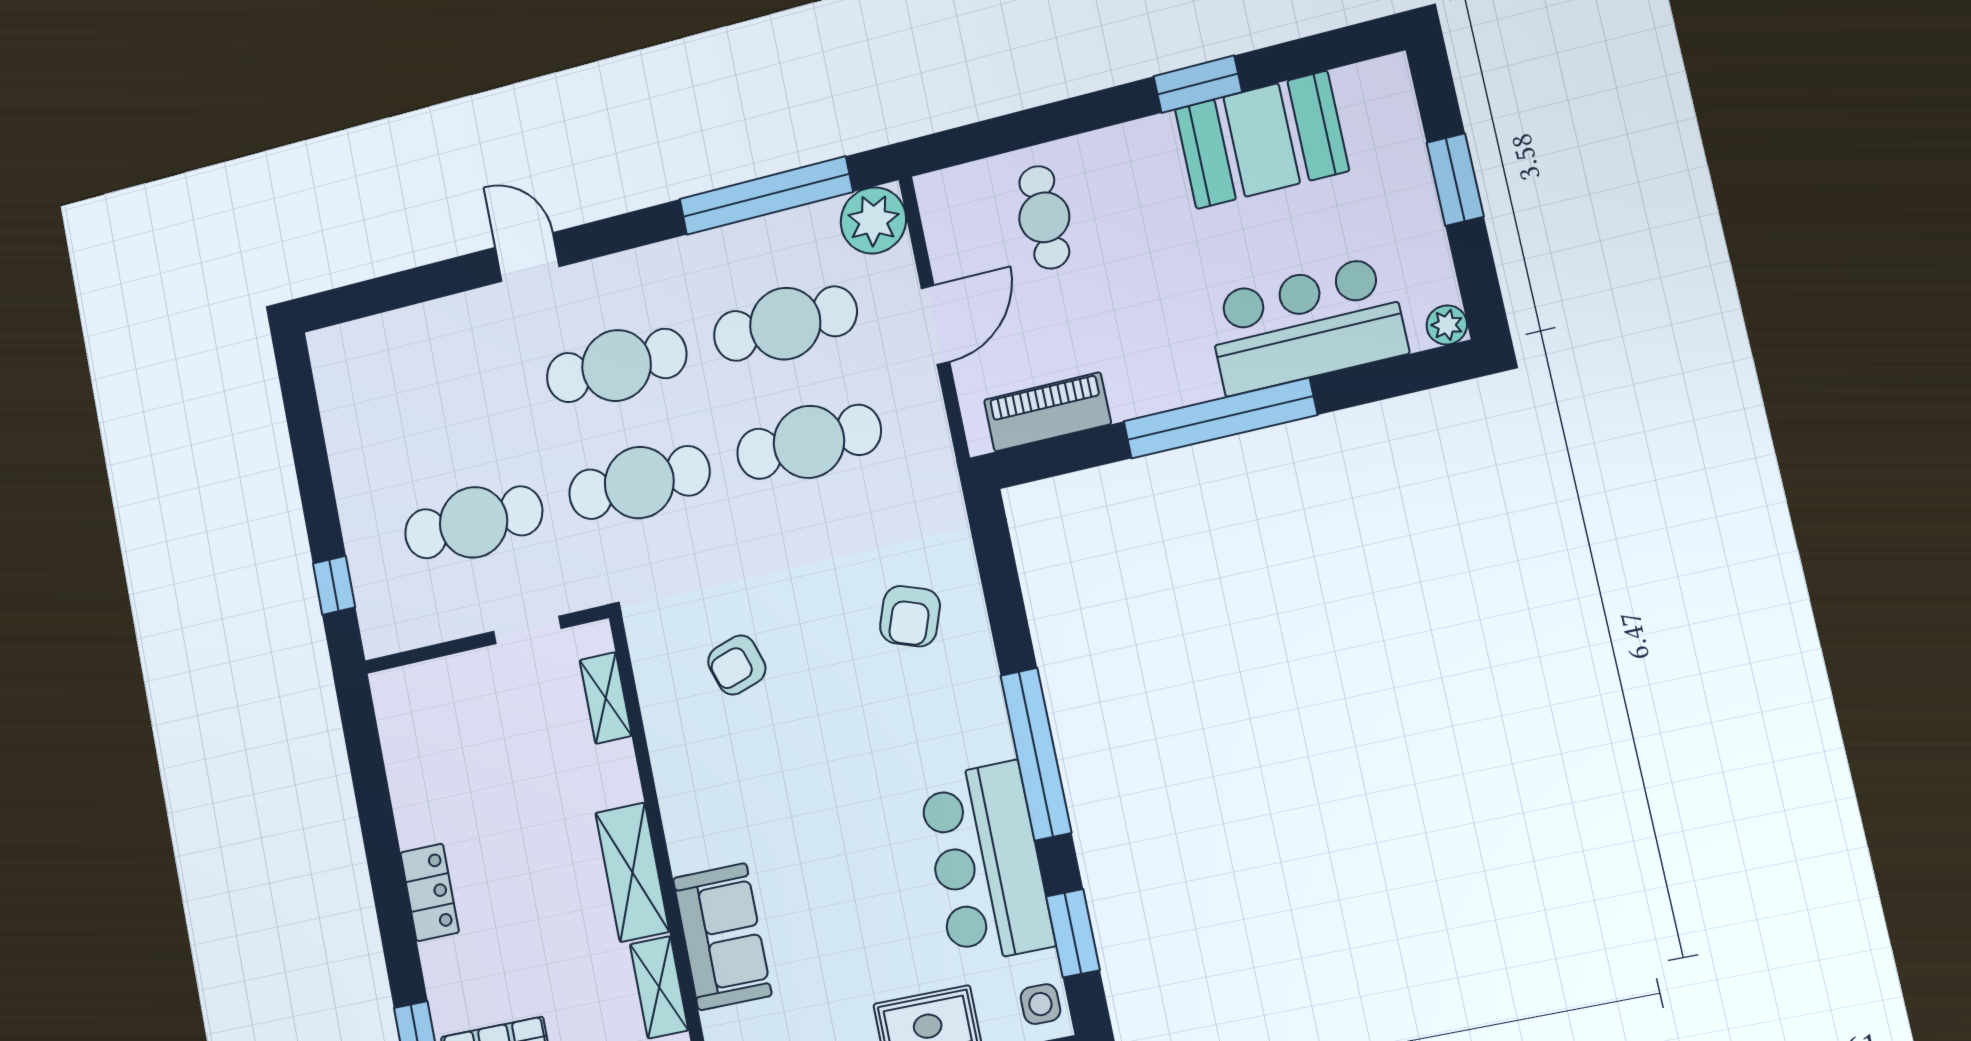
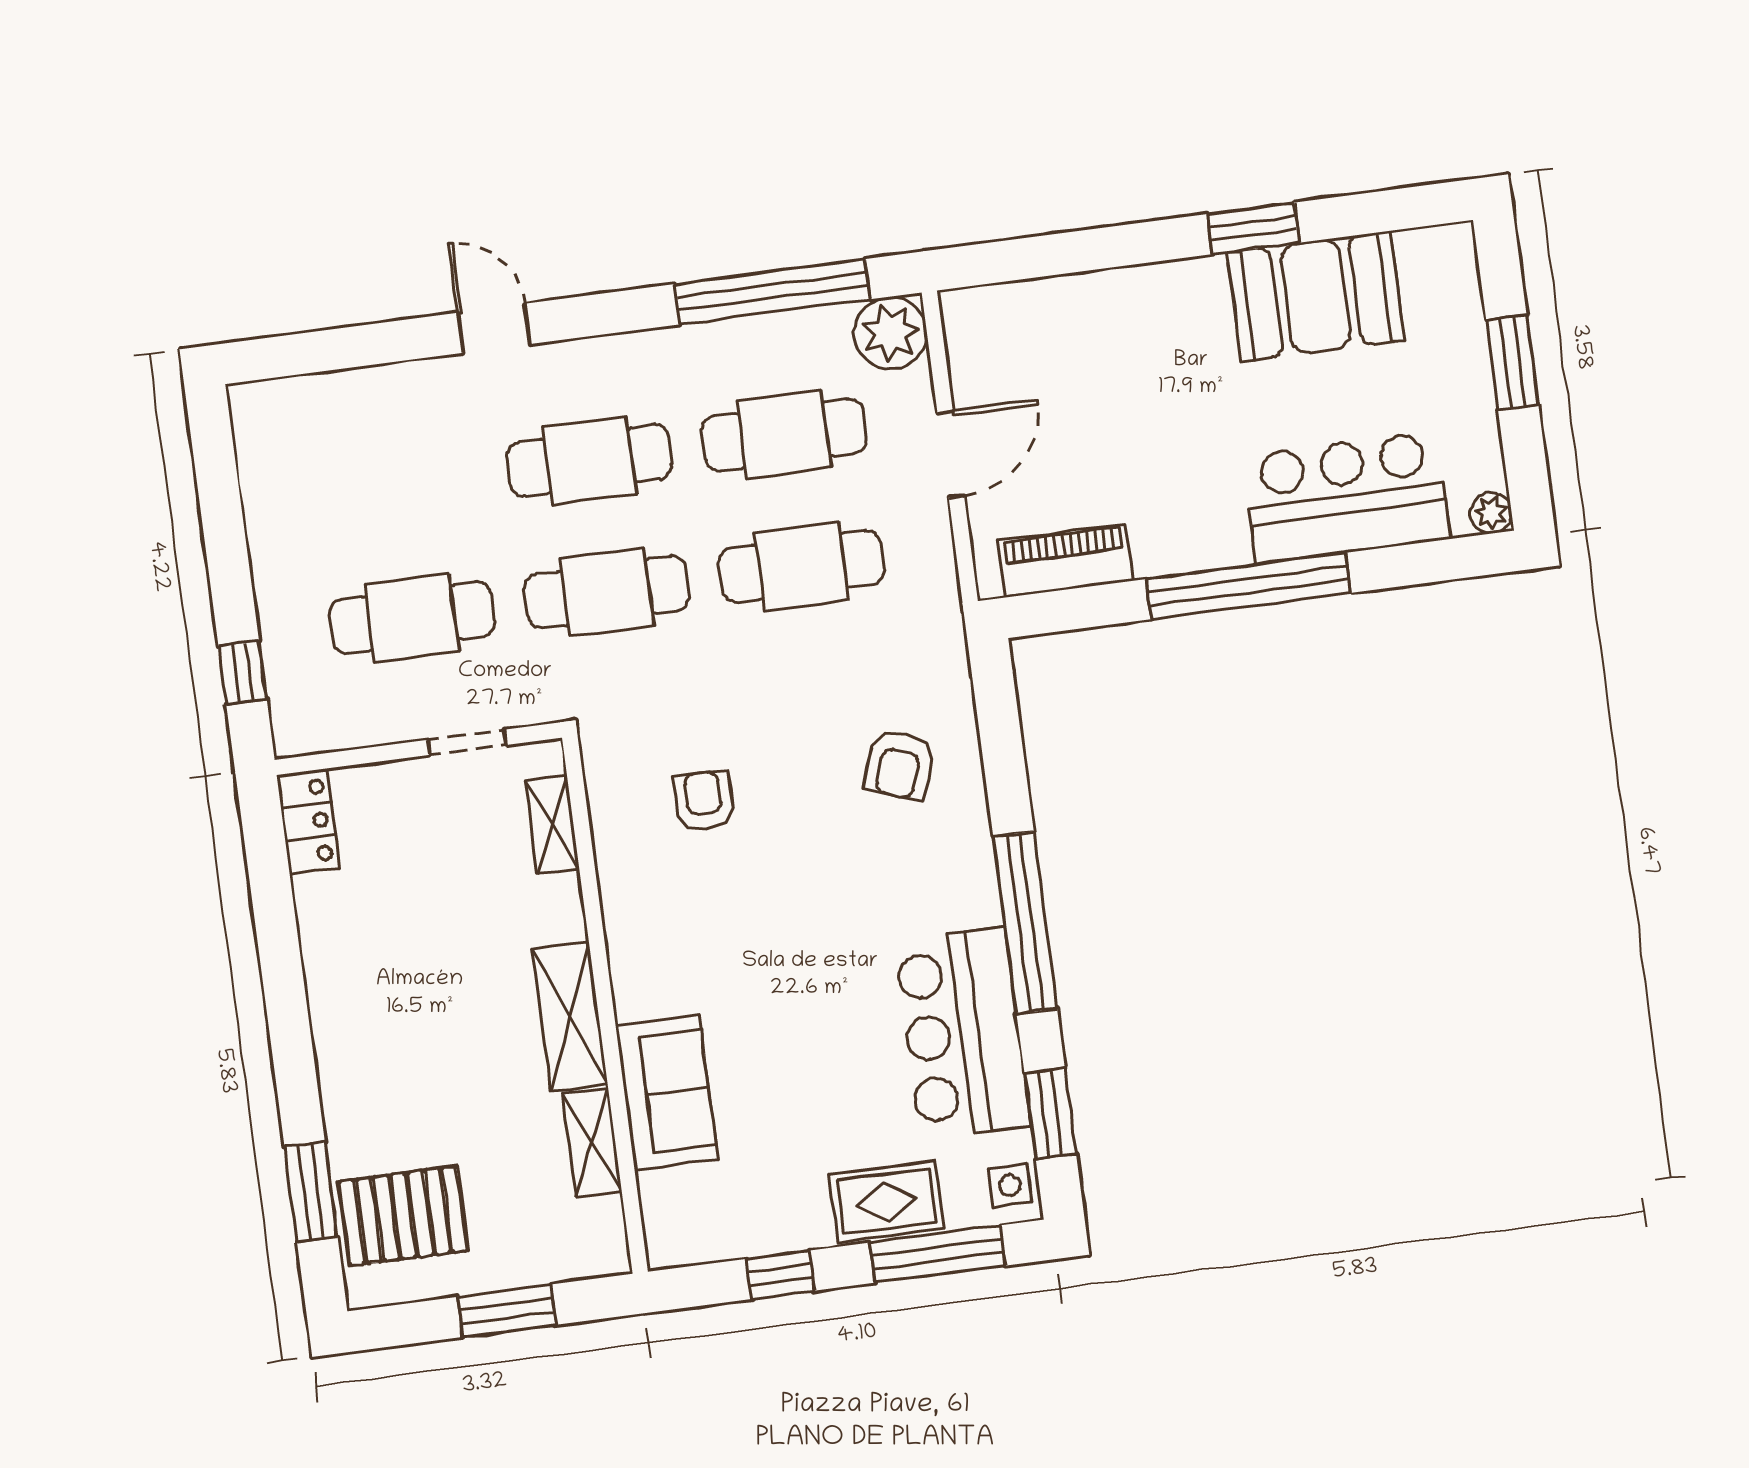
cafe table: (1044, 217) -> (1078, 351), removed
armchair: (737, 665) -> (704, 801), turned 108
locker: (430, 892) -> (308, 821), moved

